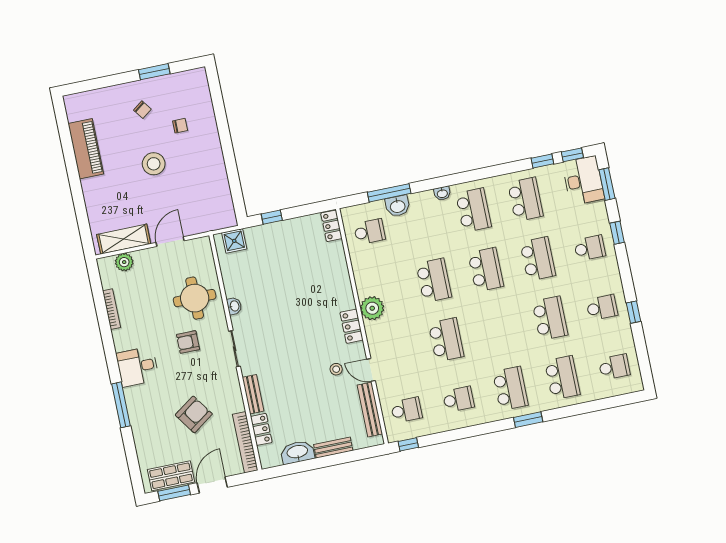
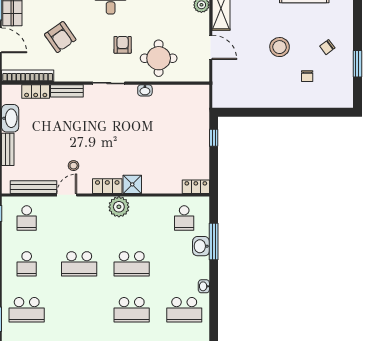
shower: (234, 241) -> (132, 184), moved

